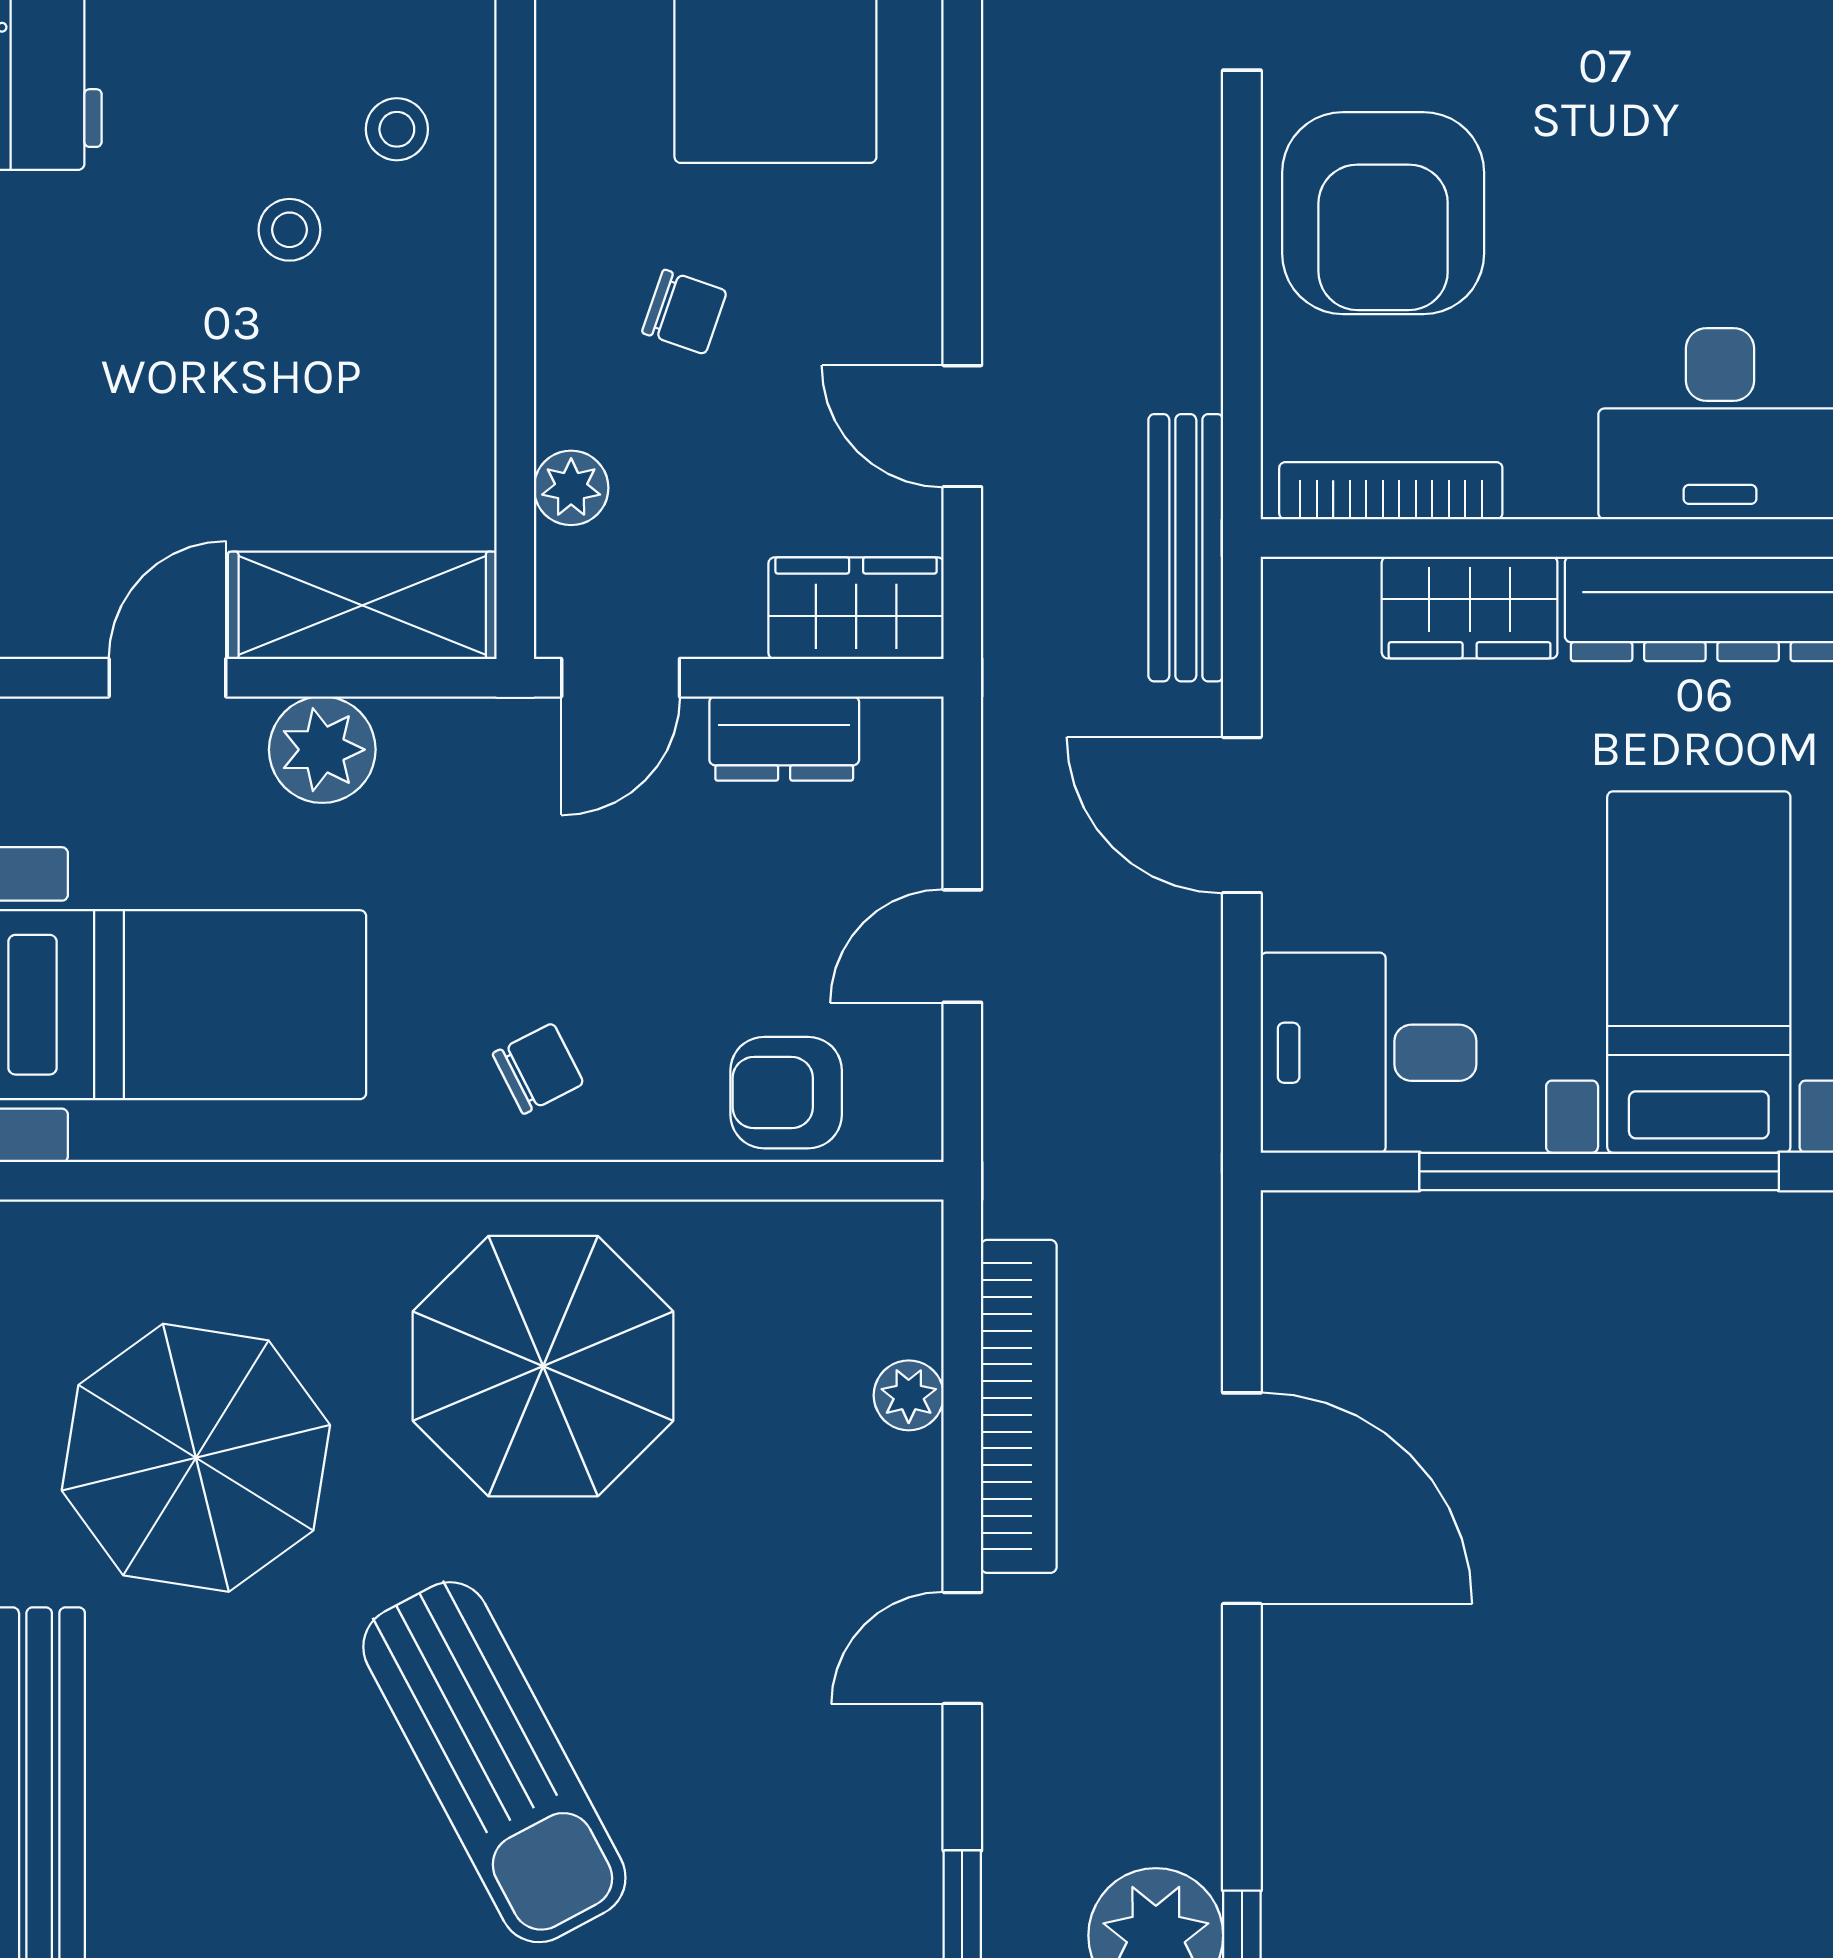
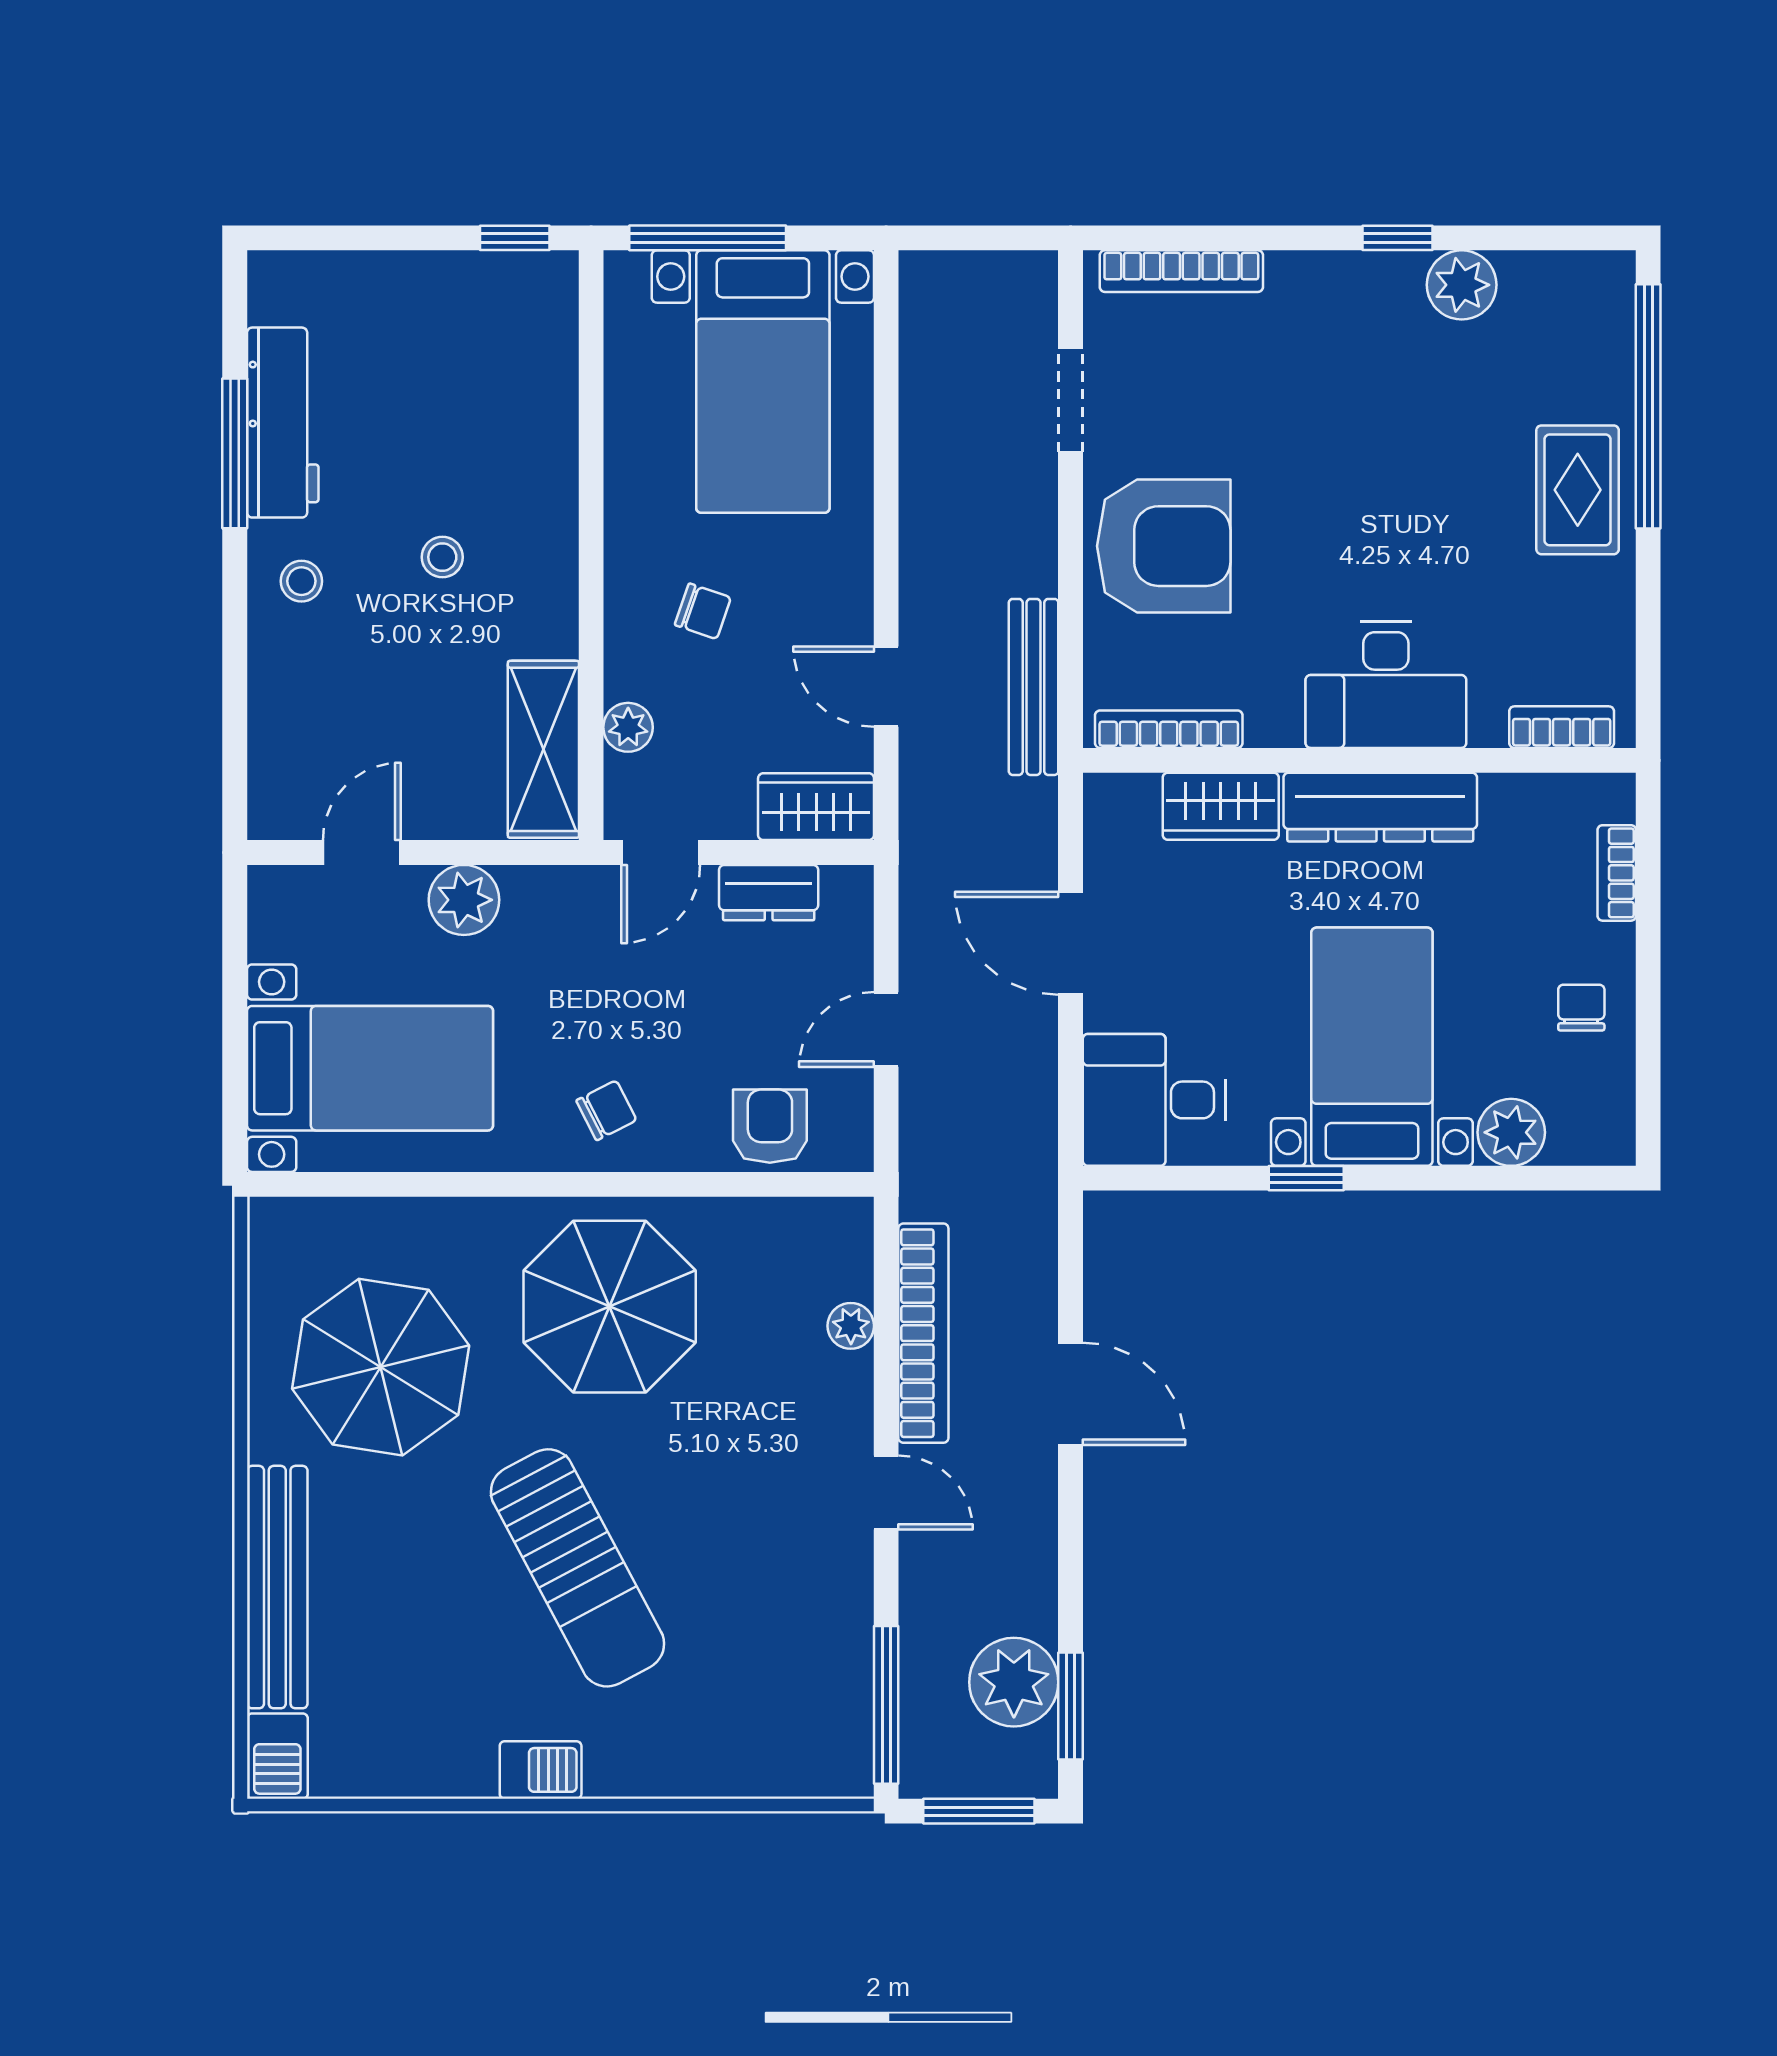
stool: (397, 129) -> (301, 581), moved
armchair: (1383, 213) -> (1164, 546), turned -90
bench: (1186, 548) -> (1034, 687), moved
shelving: (362, 605) -> (543, 749), moved, turned 90
armchair: (786, 1093) -> (770, 1126), turned 90
window: (1599, 1171) -> (1306, 1178), width x0.32
door: (1242, 1498) -> (1071, 1394), width x0.73
door: (962, 1648) -> (886, 1493), swing flipped

